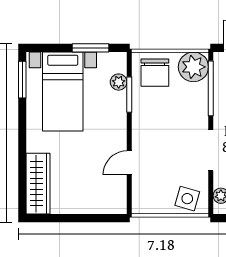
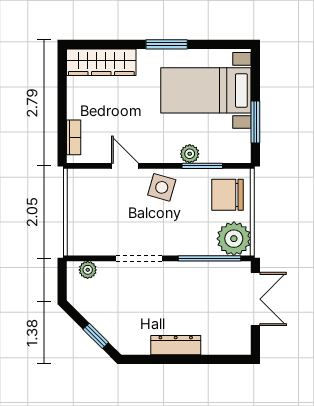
window: (22, 80) -> (167, 44), moved
plant: (119, 82) -> (190, 154), moved
side table: (187, 199) -> (162, 187), moved
bookcase: (104, 208) -> (74, 137), added

